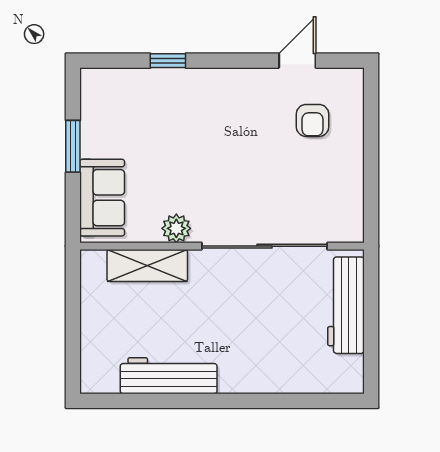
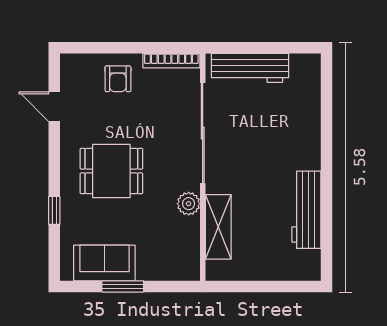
armchair: (312, 120) -> (118, 79), moved, turned 90
dining table: (217, 132) -> (111, 171), added
sofa: (102, 198) -> (104, 263), moved
bookcase: (355, 207) -> (171, 61), added

